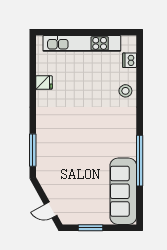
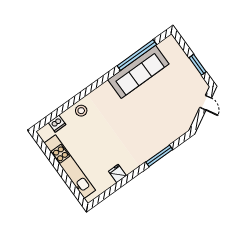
window: (33, 150) -> (159, 156), moved
window: (140, 161) -> (137, 55), moved
sofa: (123, 191) -> (138, 72), moved

